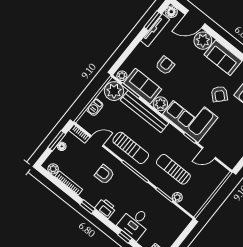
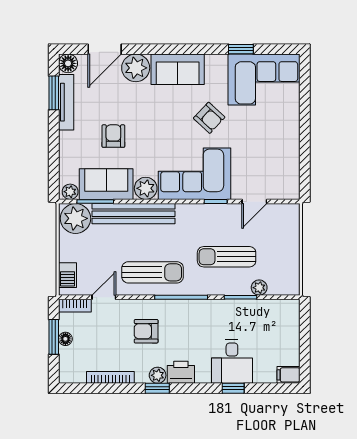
barbecue: (95, 107) -> (68, 275), moved
plant: (53, 169) -> (158, 375), moved

